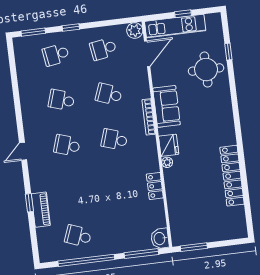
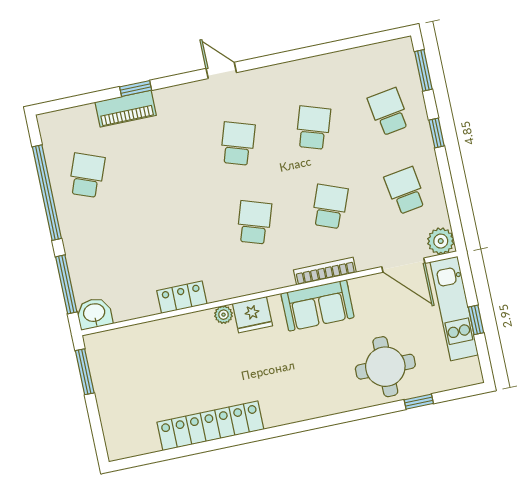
bookcase: (149, 117) -> (325, 271), moved

